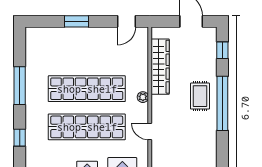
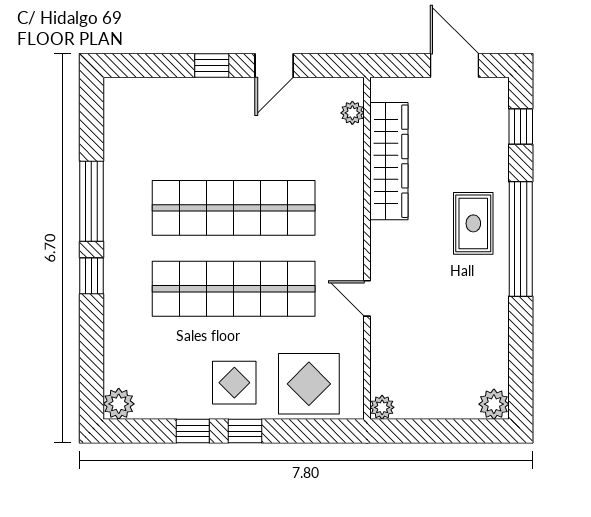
window: (76, 21) -> (212, 66), width x0.67
door: (127, 21) -> (274, 66), moved
plant: (143, 97) -> (352, 113), moved
window: (20, 138) -> (91, 276), moved

